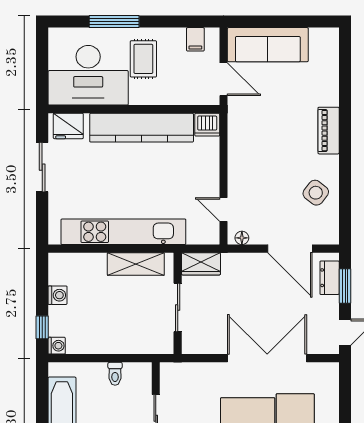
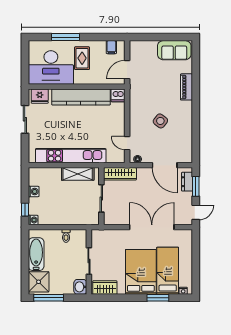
sofa: (268, 45) -> (174, 50), moved, width x0.73
door: (223, 79) -> (127, 70), swing flipped
piano: (329, 131) -> (186, 87), moved
side table: (316, 193) -> (160, 121), moved
wardrobe: (201, 264) -> (120, 174), width x1.50

